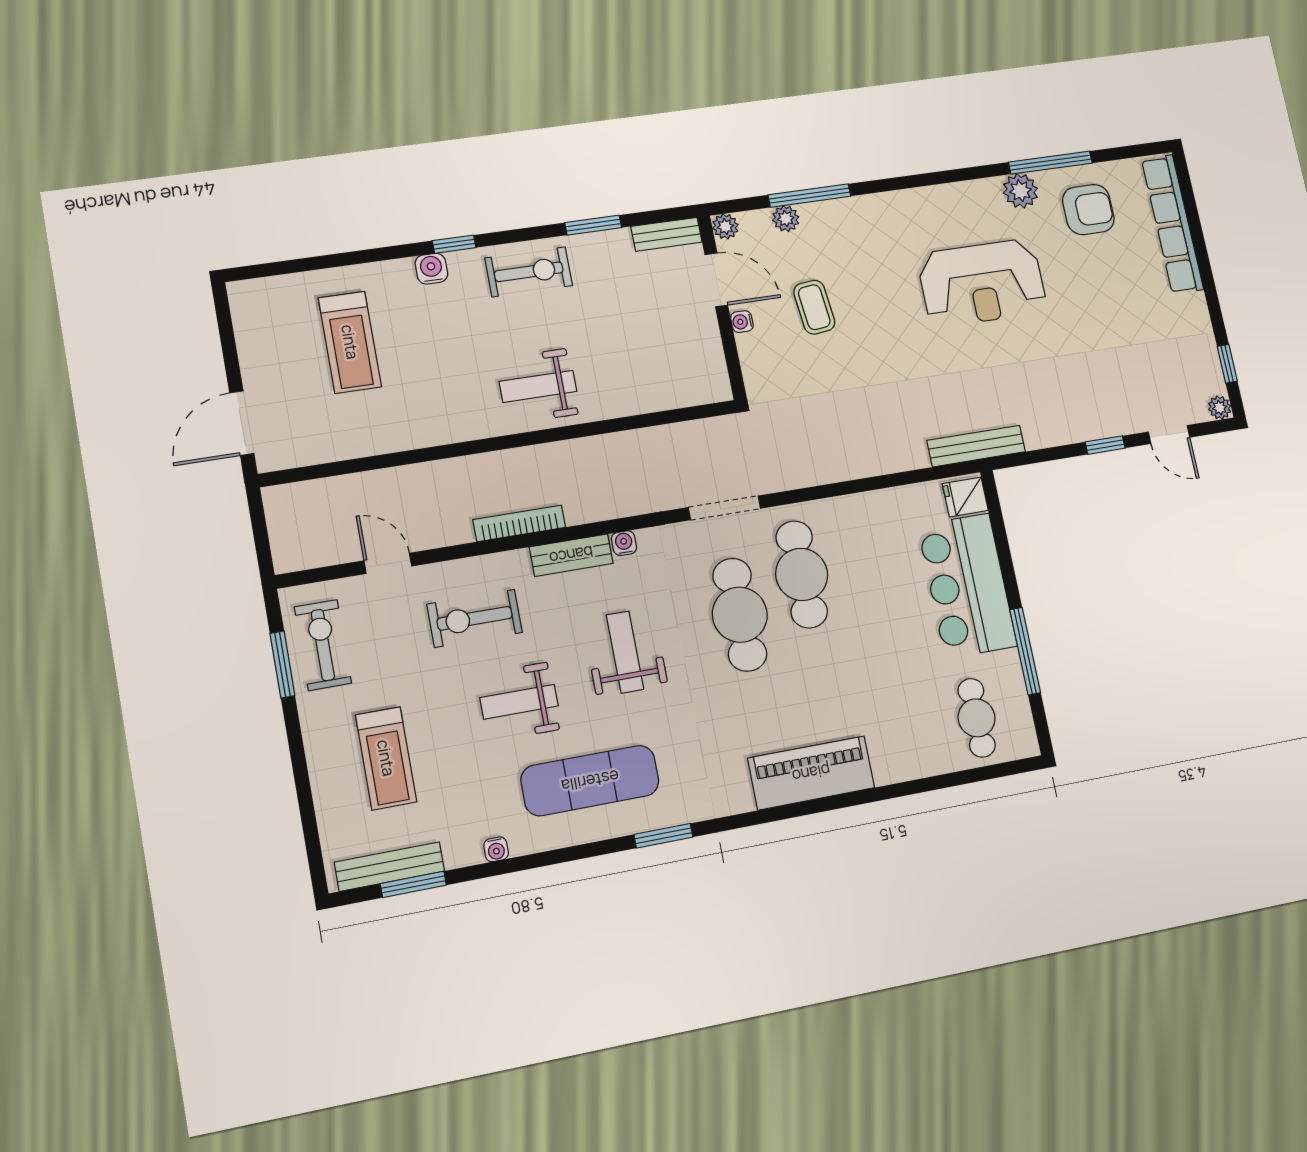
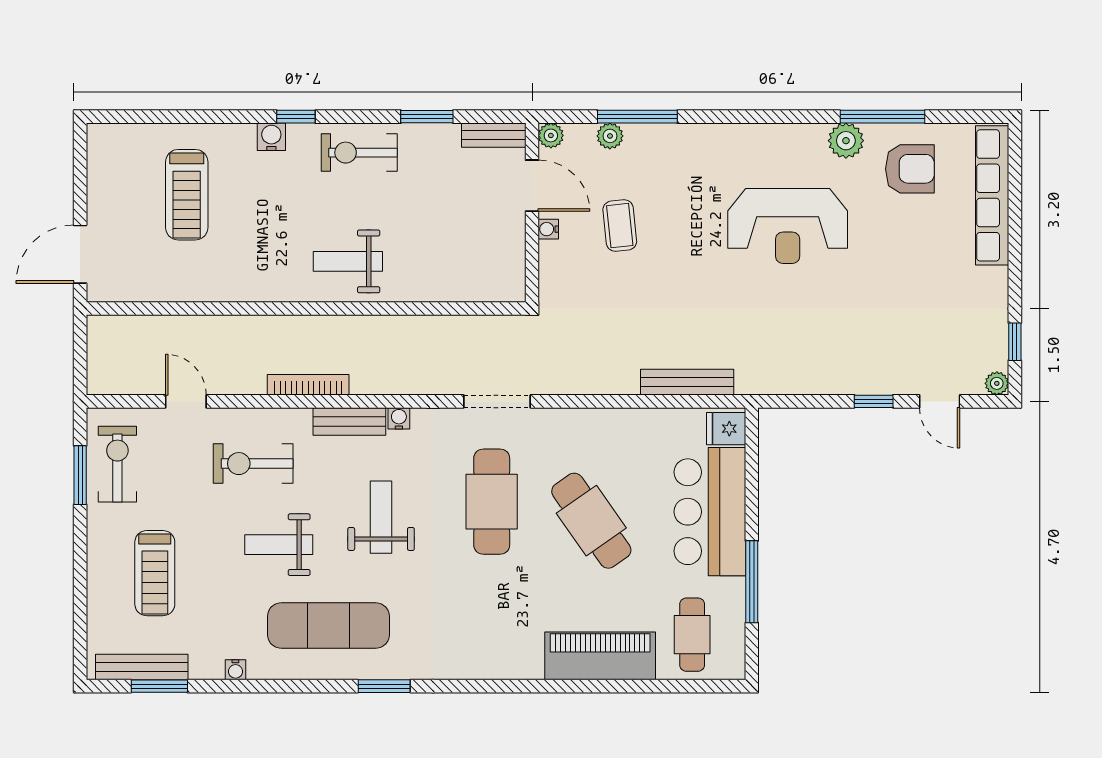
exercise bike: (529, 272) -> (359, 153), turned 180
bench: (976, 446) -> (687, 382), moved
cafe table: (802, 574) -> (591, 521), moved, turned -35
piano: (811, 773) -> (600, 656), moved

